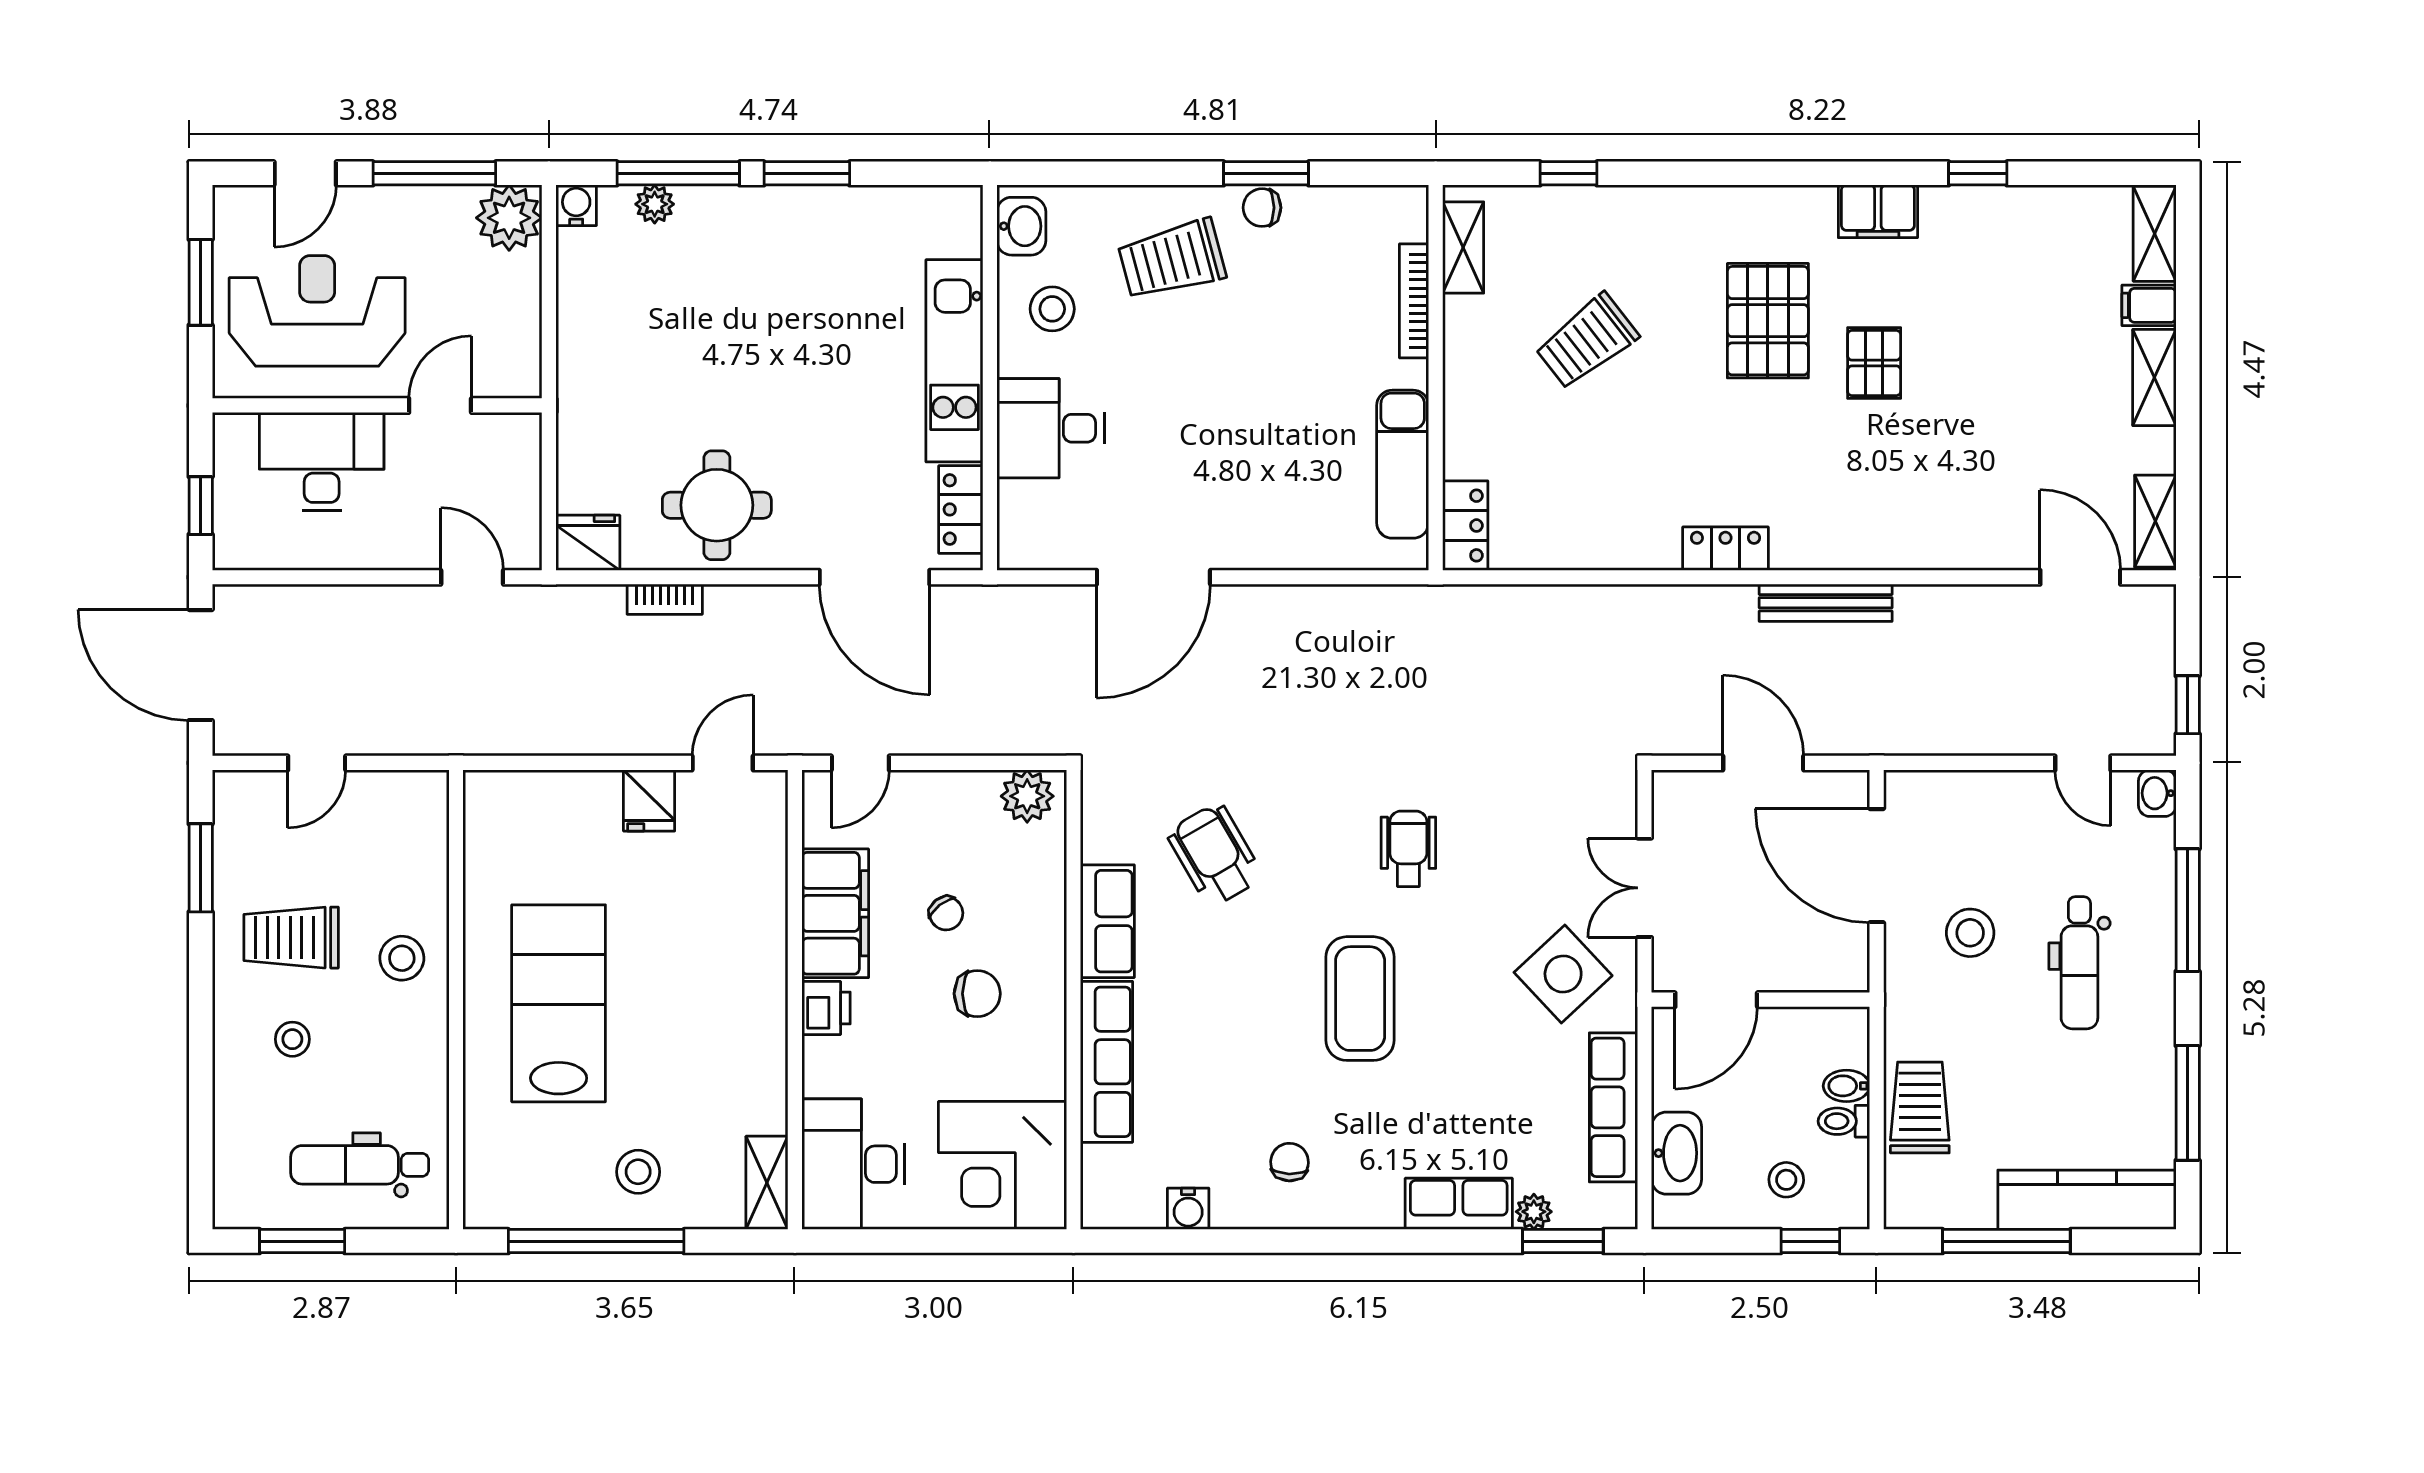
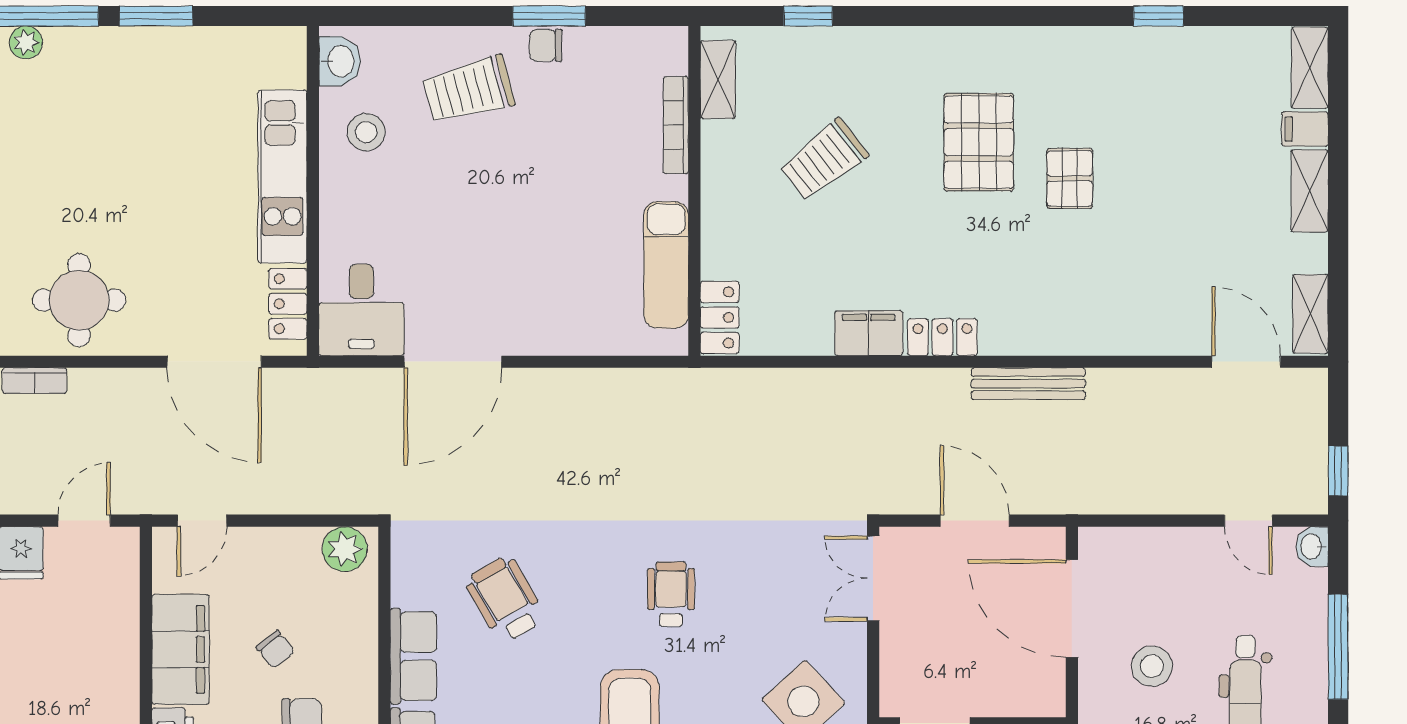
filing cabinet: (1878, 211) -> (869, 333), moved, turned 180
desk: (1050, 428) -> (361, 310), moved, turned -90
double door: (1644, 888) -> (873, 578), moved

